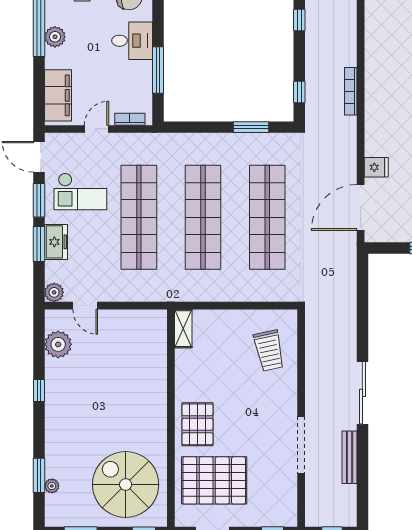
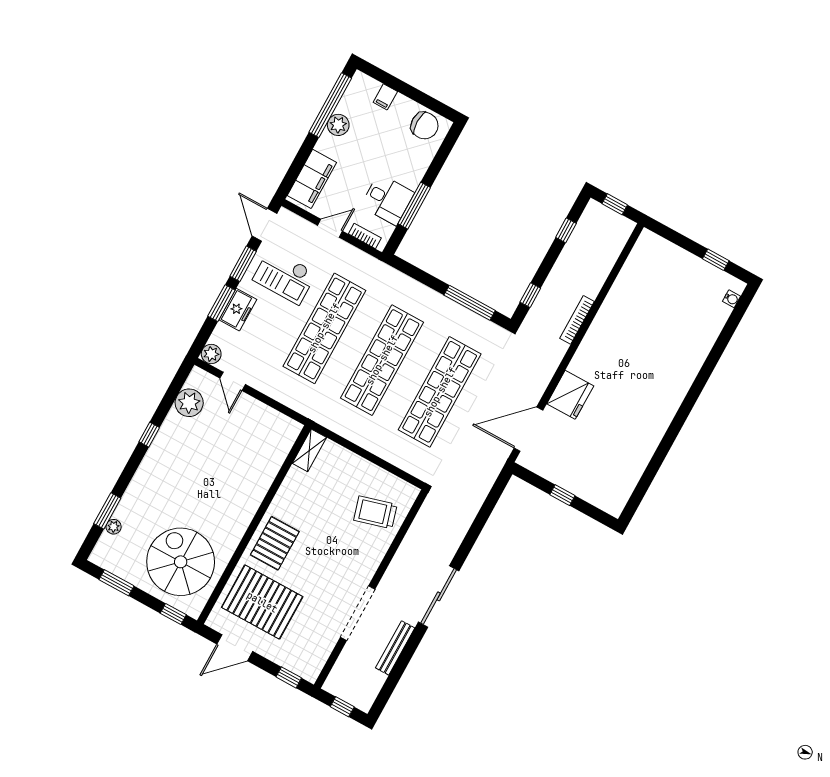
desk: (132, 41) -> (387, 199), moved
window: (251, 127) -> (470, 303), width x1.44
fridge: (376, 167) -> (570, 395), width x1.88, depth x1.34
trolley: (269, 351) -> (375, 512), turned 86

